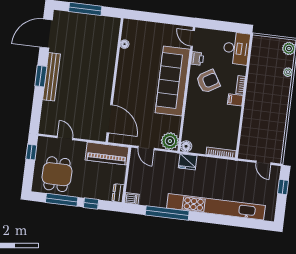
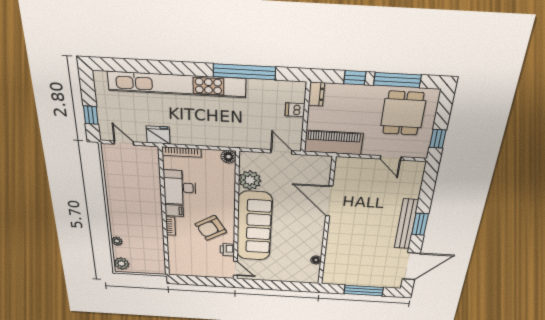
desk: (236, 48) -> (180, 188), moved
door: (110, 119) -> (329, 201), moved
plant: (170, 141) -> (250, 180), moved
fridge: (188, 162) -> (158, 135), moved
dishwasher: (132, 198) -> (295, 110), moved

